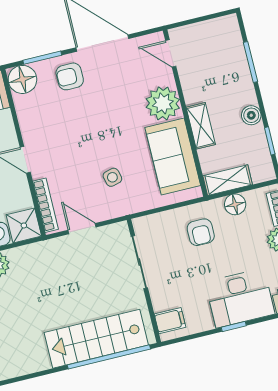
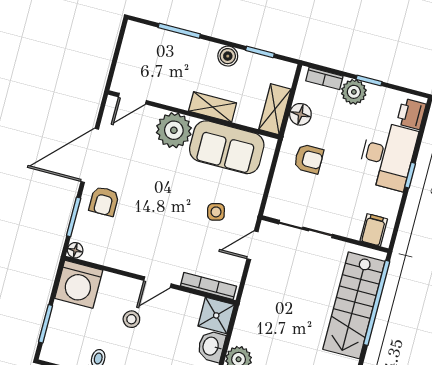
floor lamp: (22, 79) -> (75, 250), width x0.53, depth x0.53
door: (82, 229) -> (253, 245), moved

